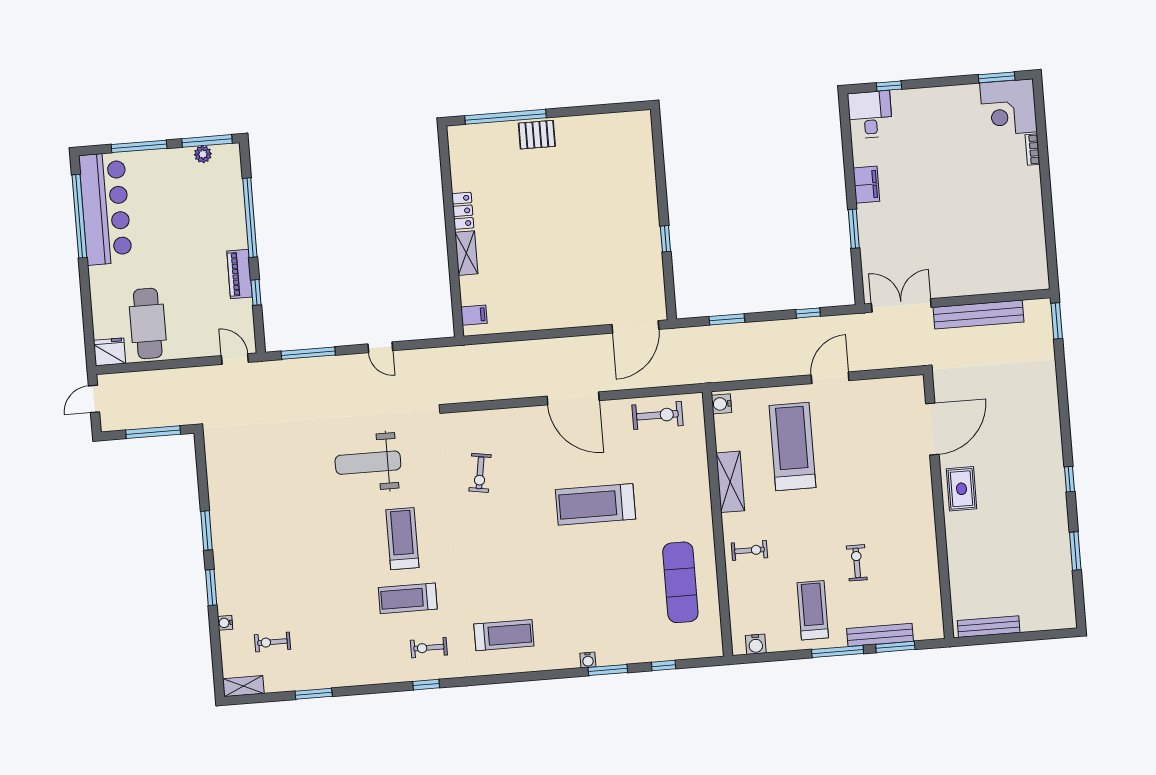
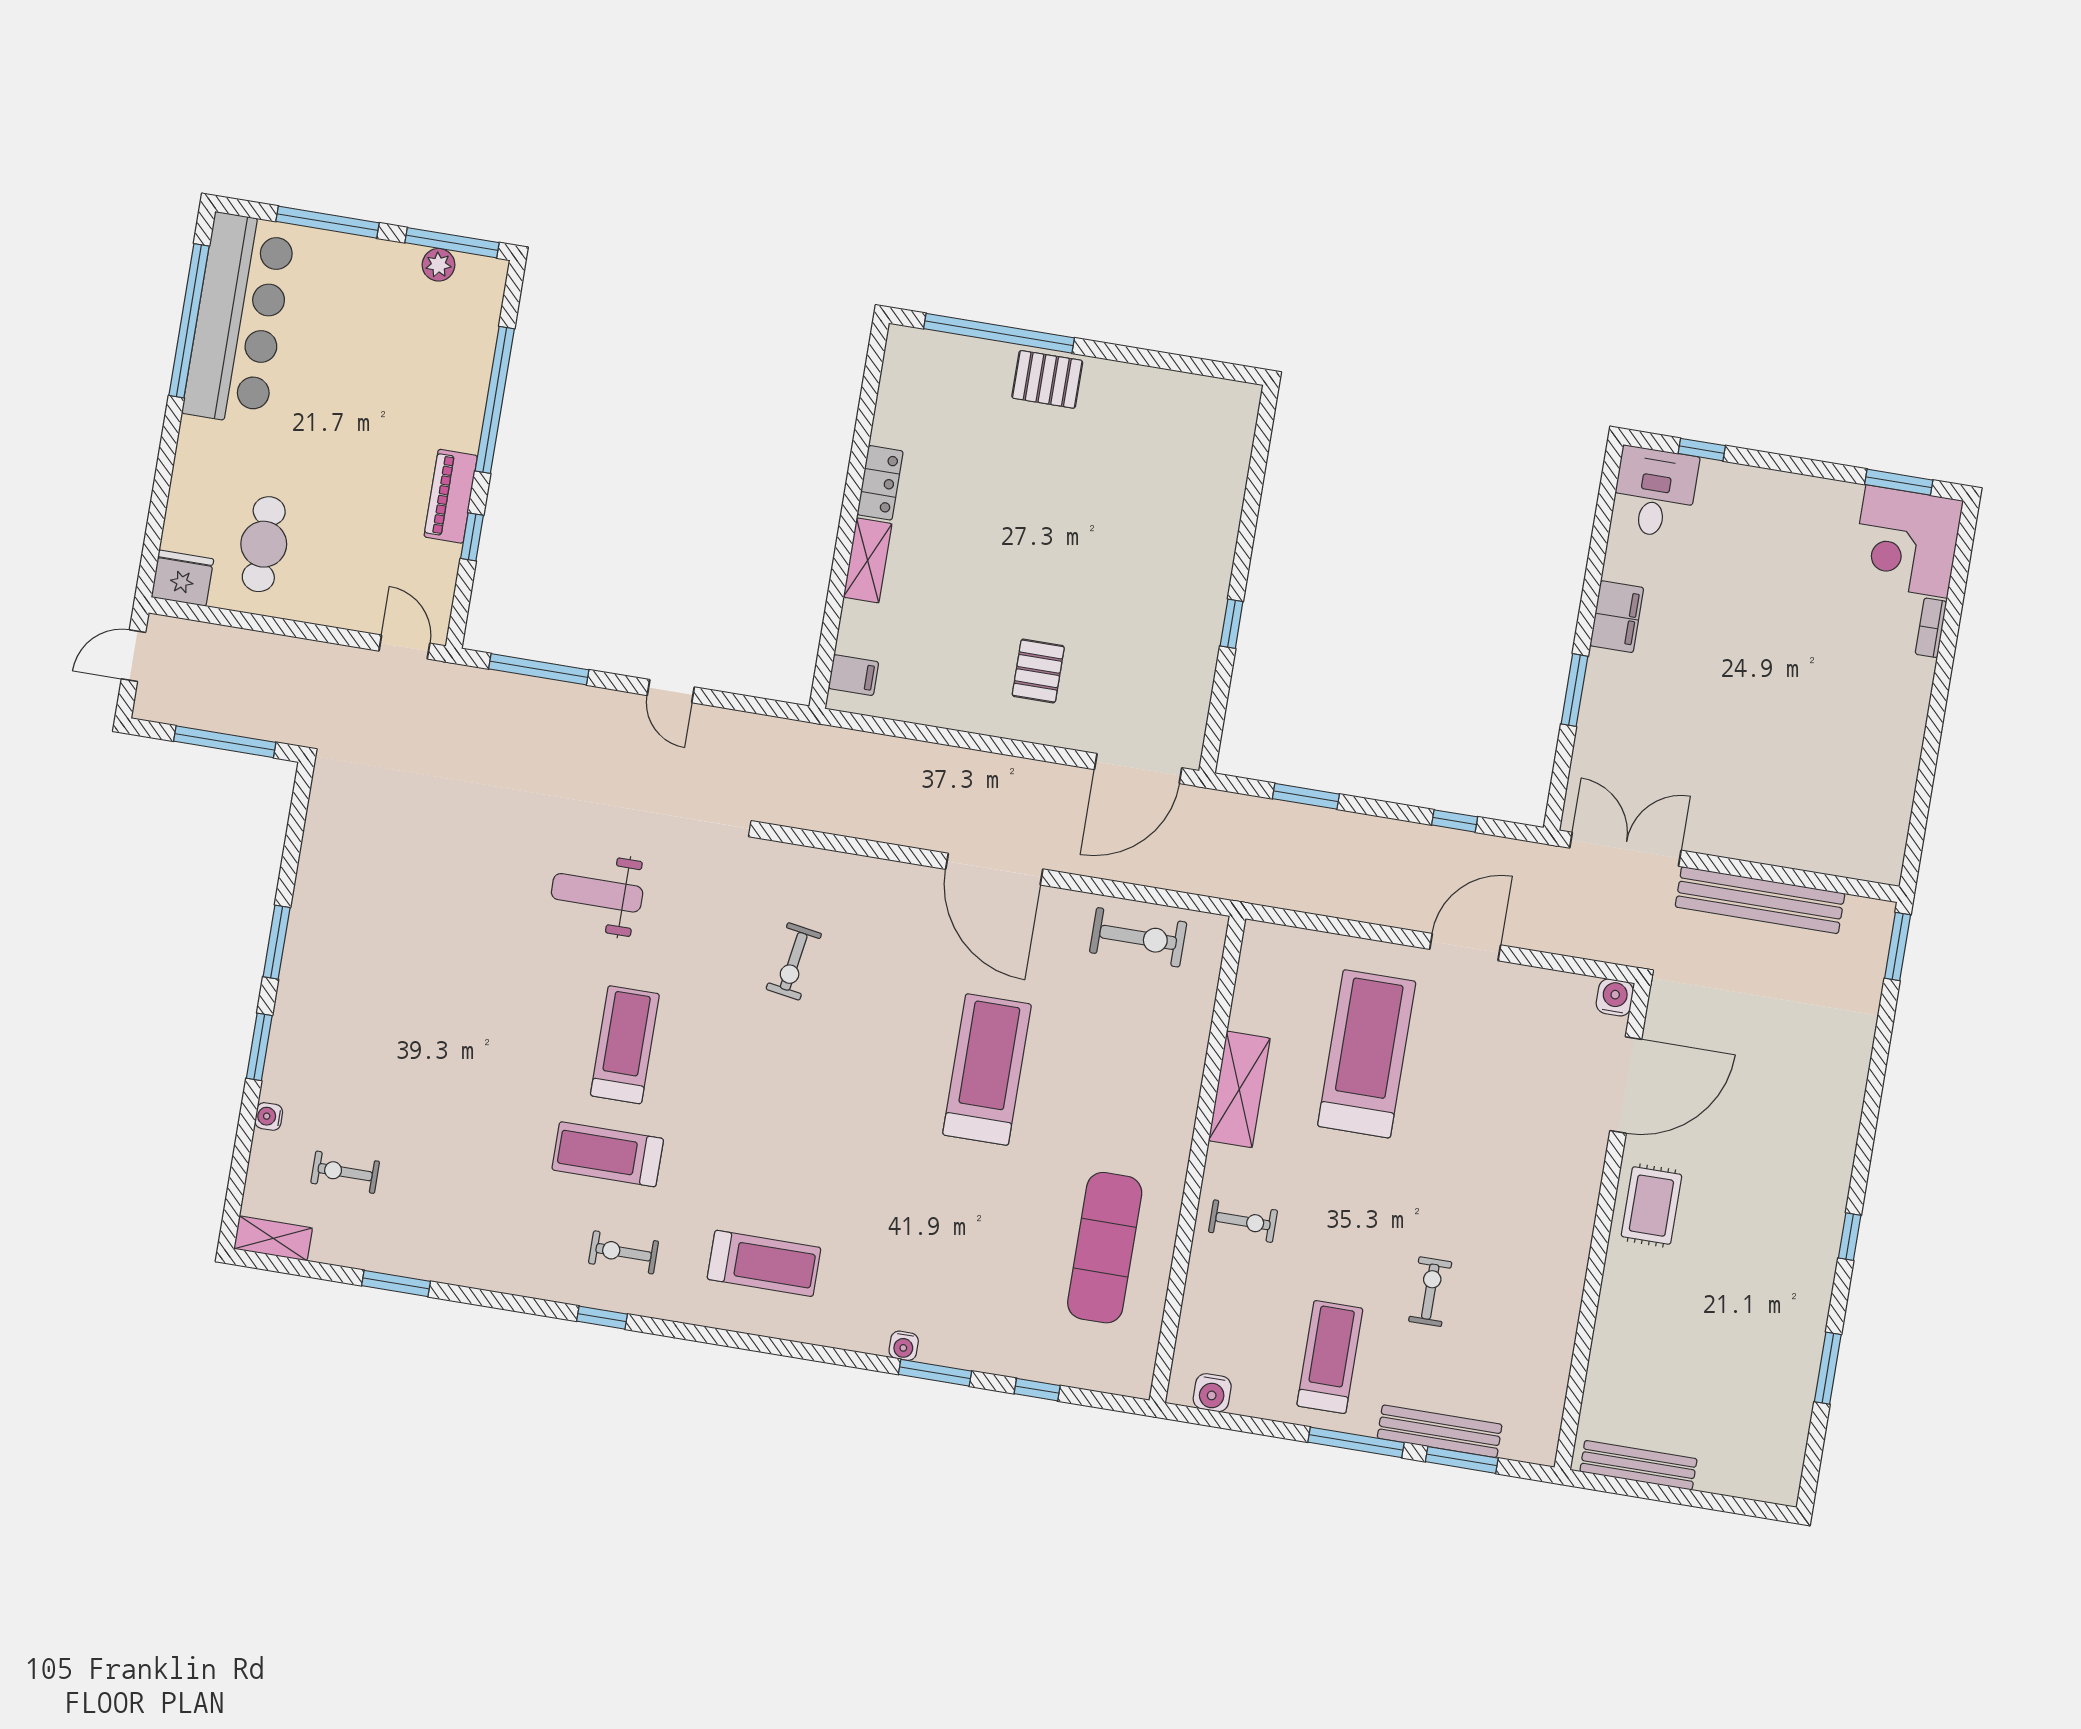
pallet: (570, 289) -> (1038, 671), added
cafe table: (148, 323) -> (264, 544), width x0.73, depth x0.74
water cooler: (721, 404) -> (1615, 997), moved, turned 90
weight bench: (368, 463) -> (597, 893), width x0.73, depth x0.75
treadmill: (595, 504) -> (987, 1070), turned 90

